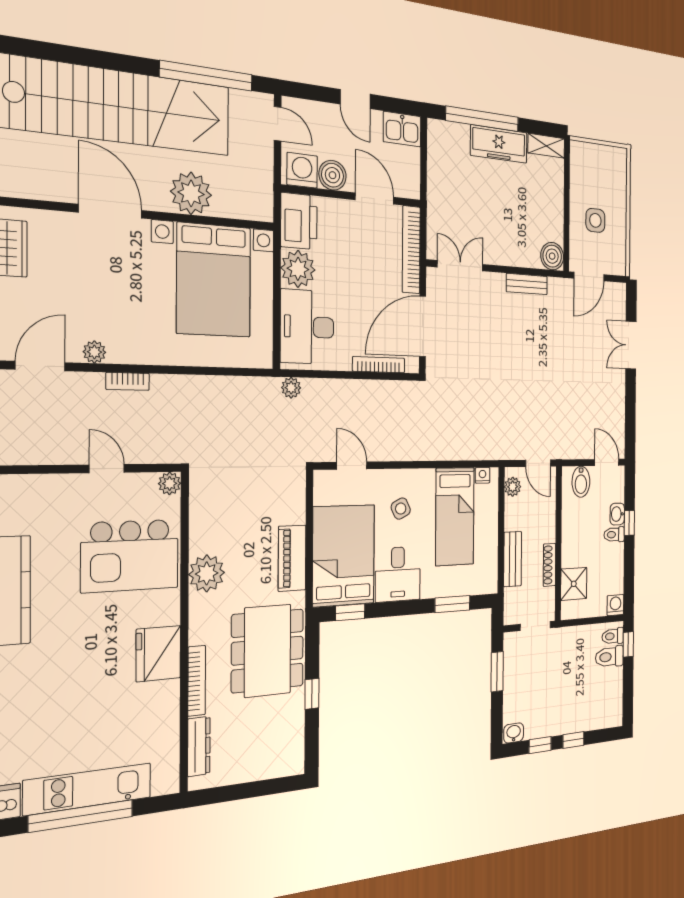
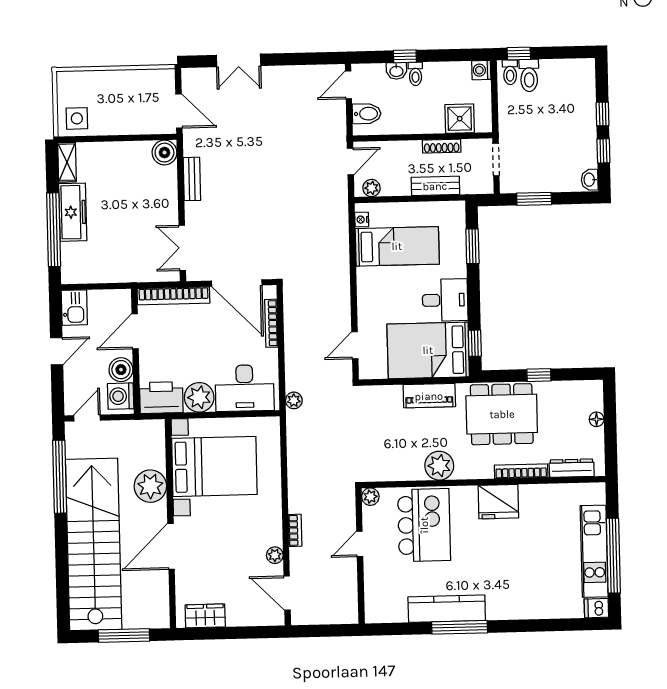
side table: (595, 220) -> (77, 118), moved
side table: (401, 509) -> (390, 299), removed
floor lamp: (258, 772) -> (597, 419), added

